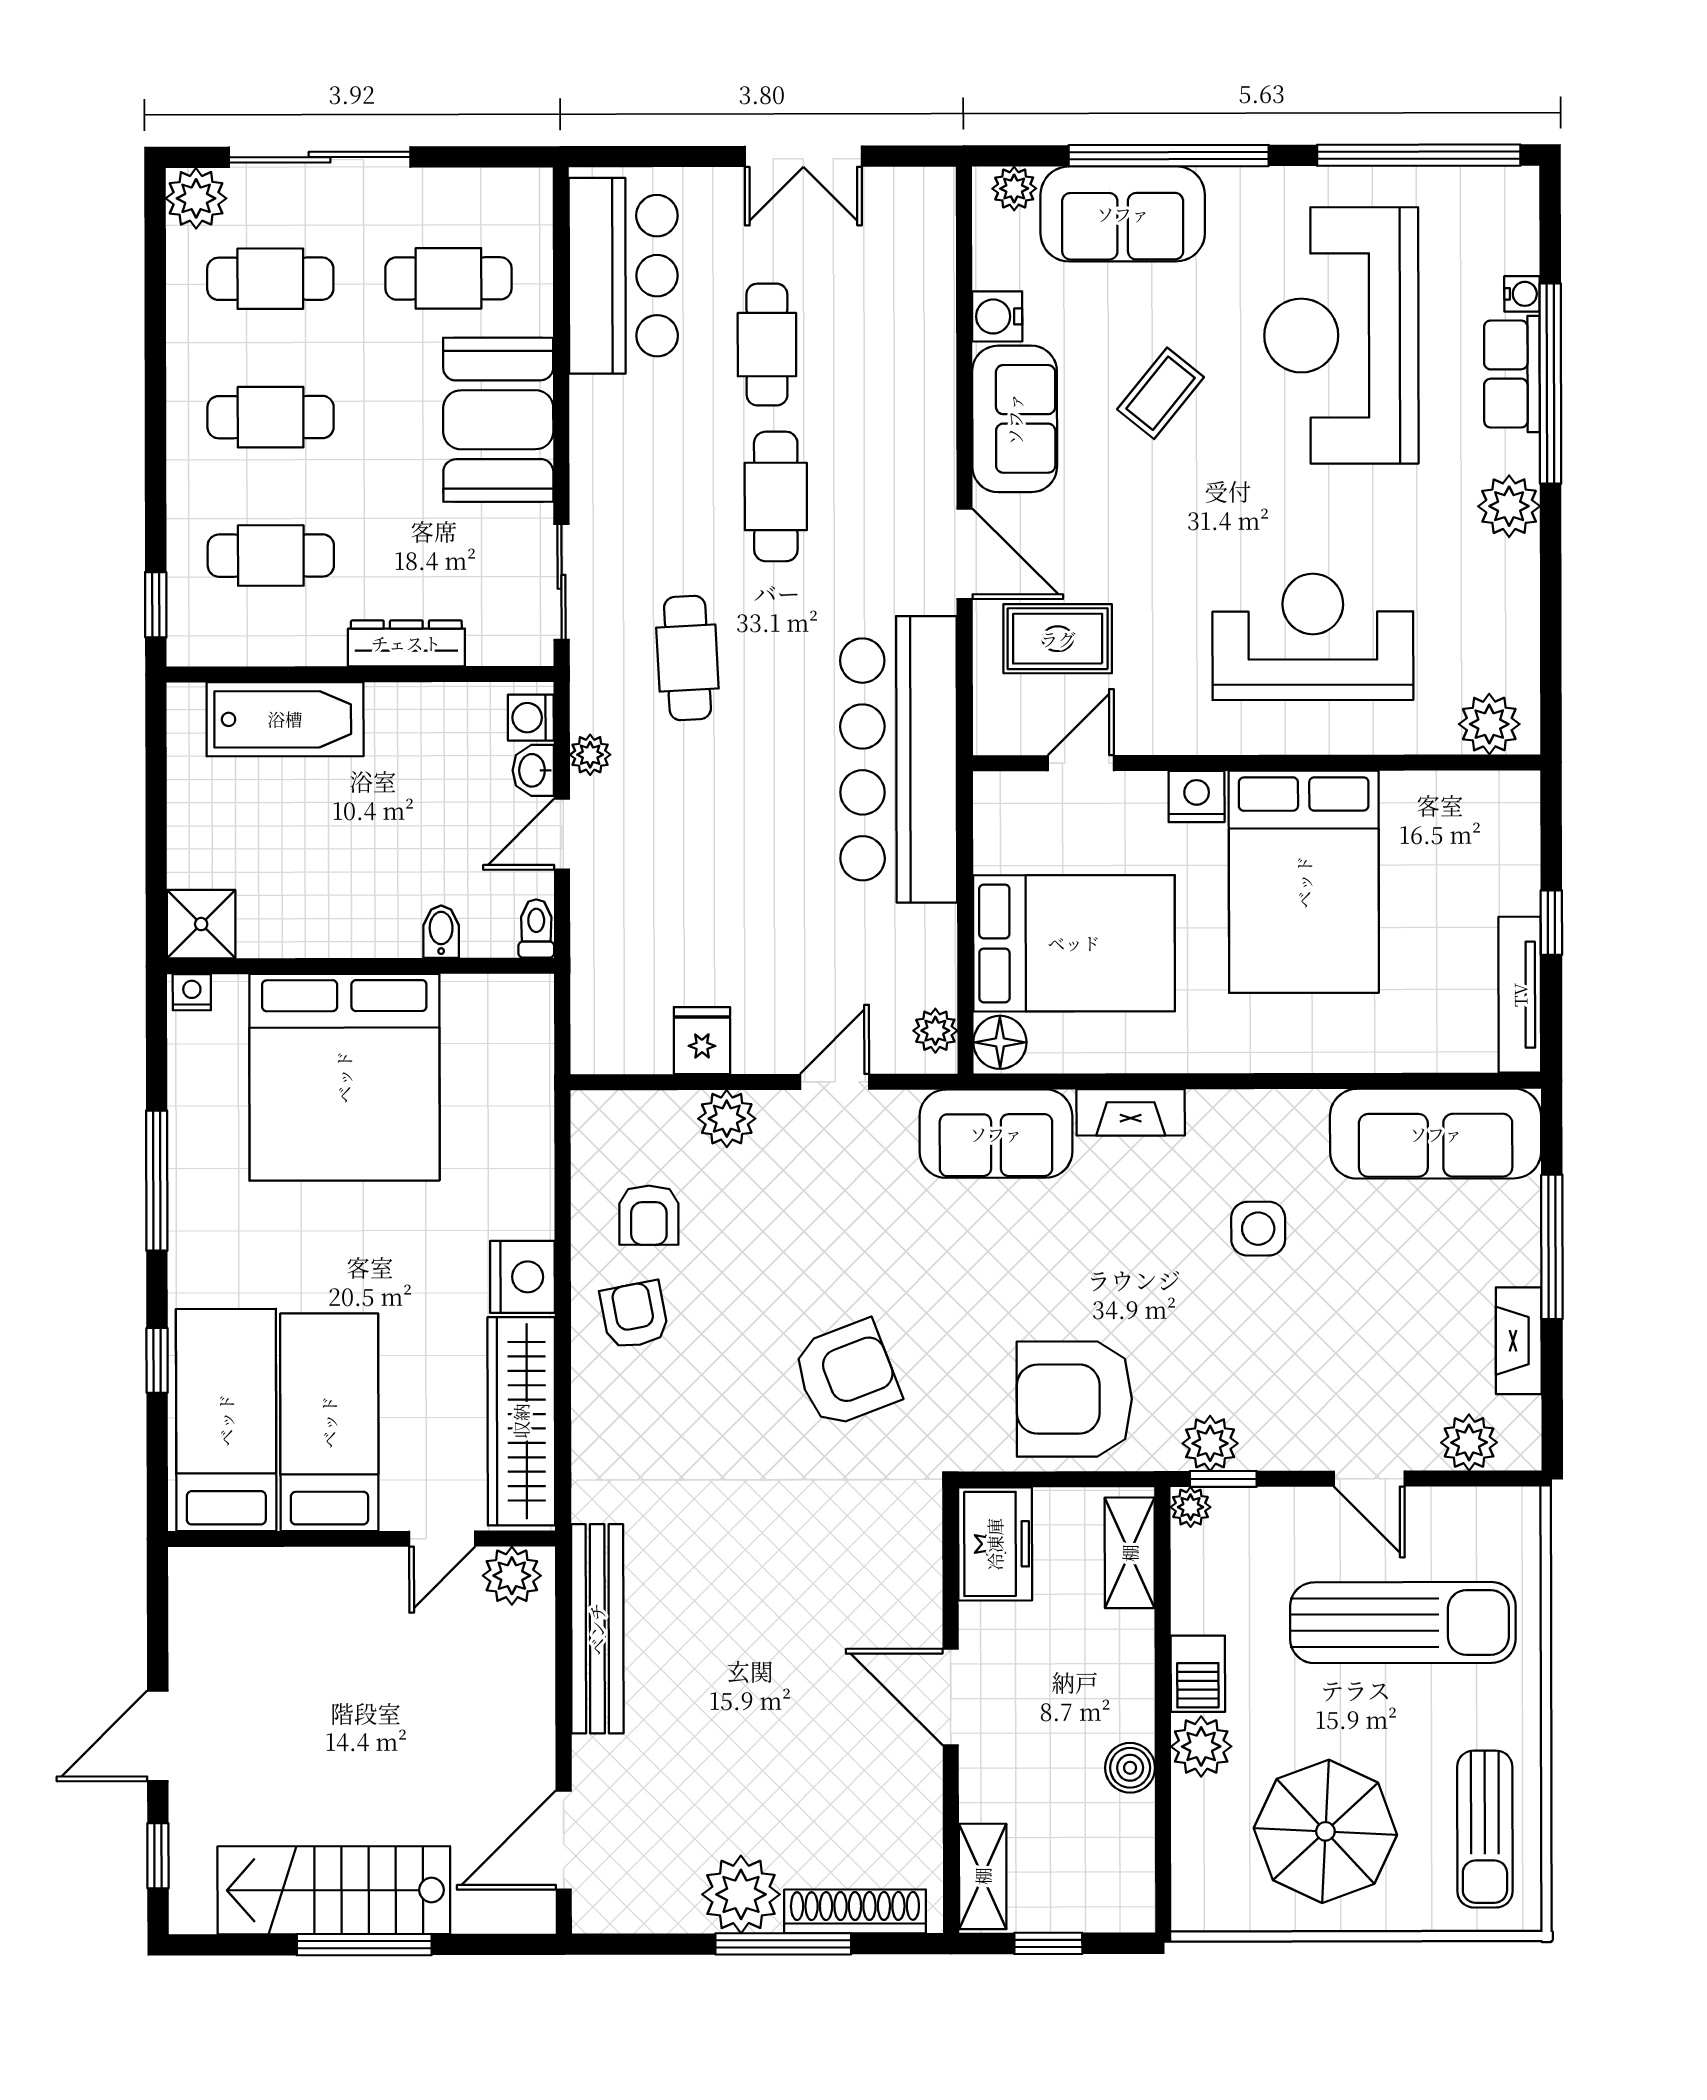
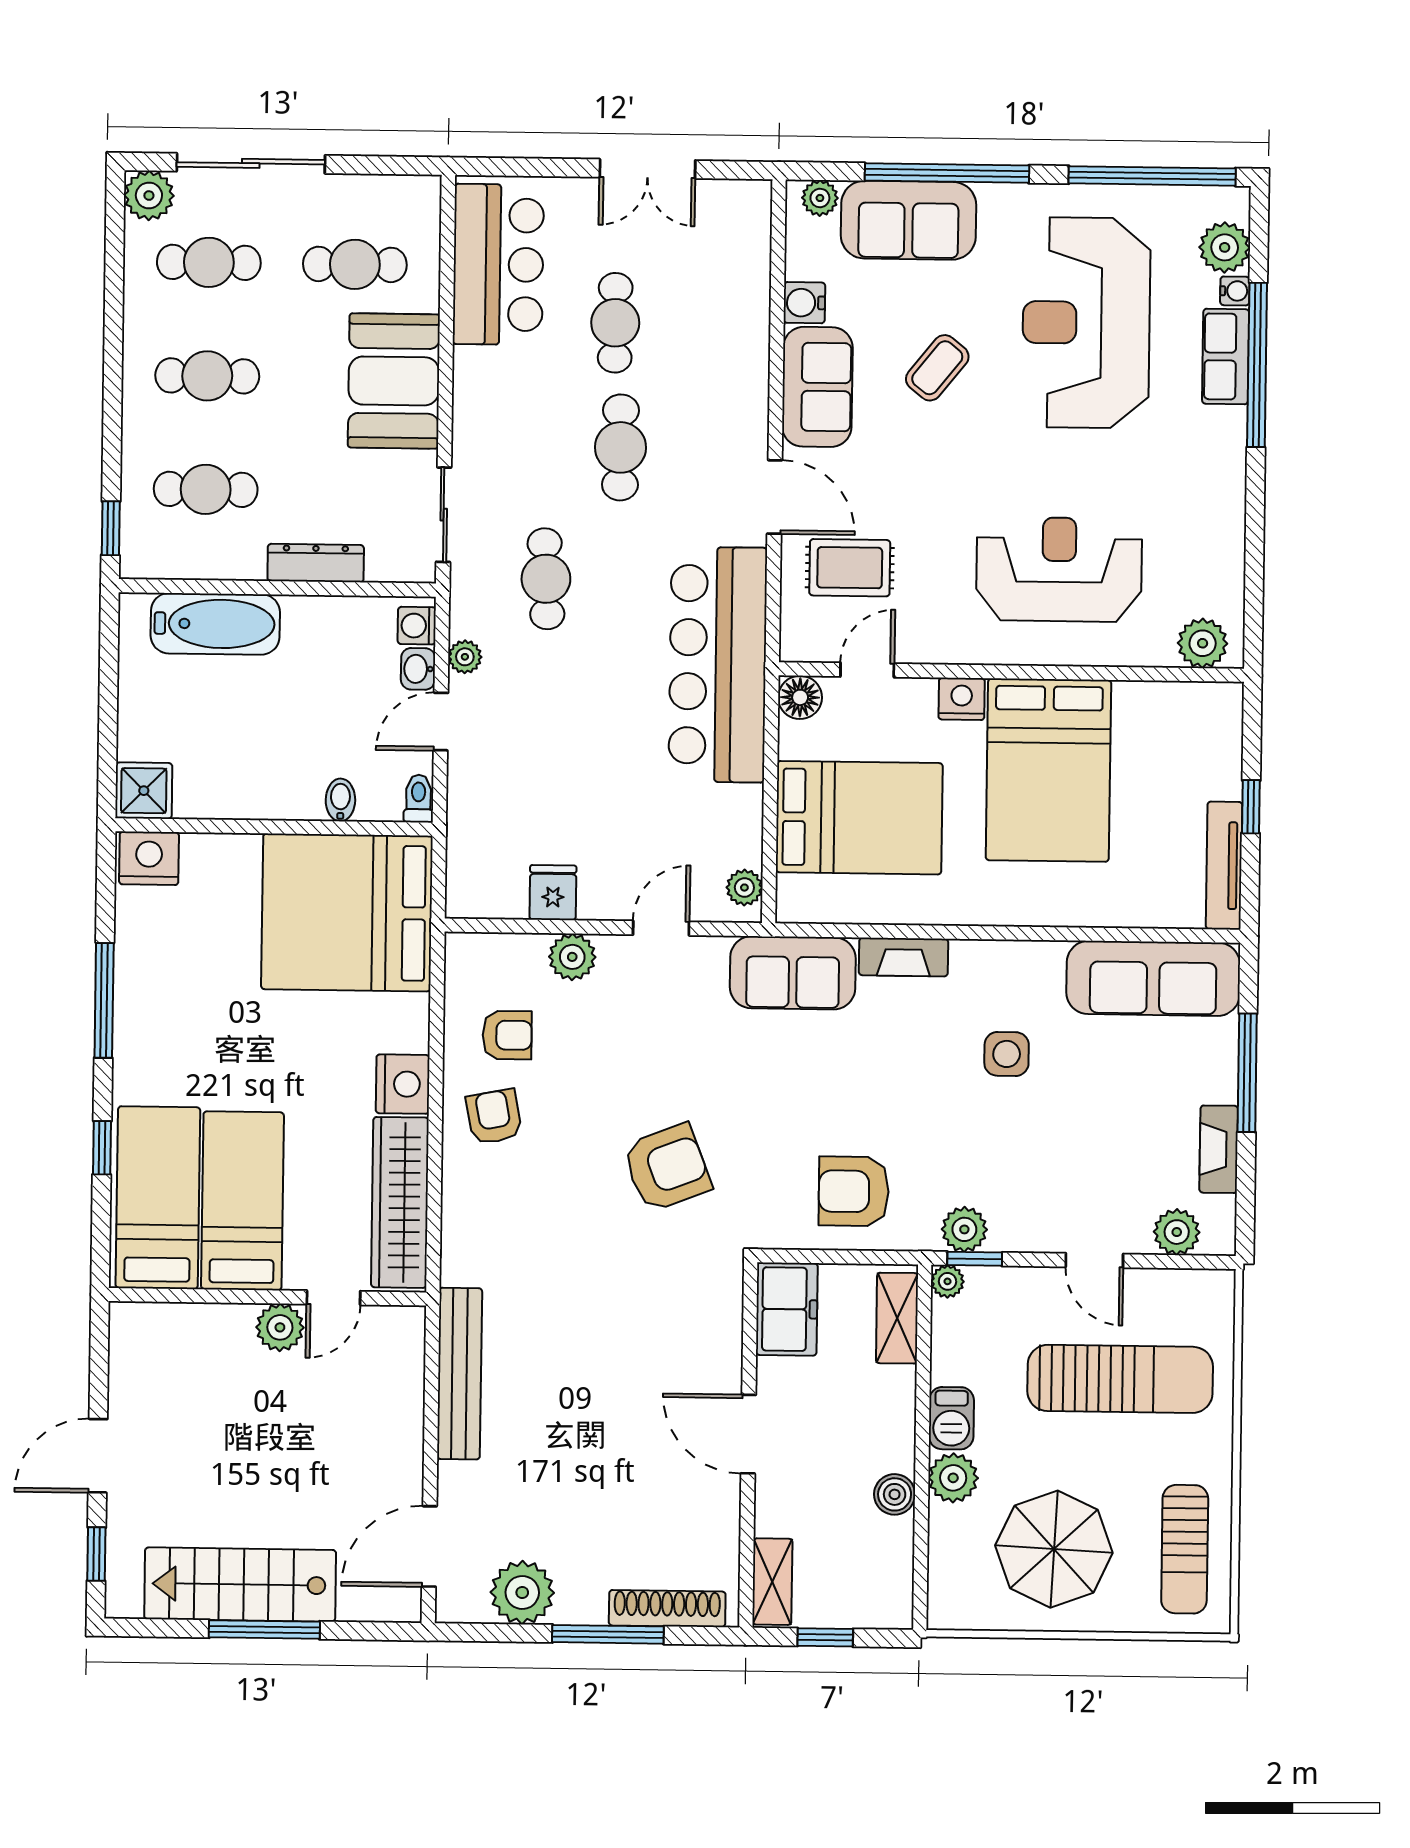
plant: (1509, 506) -> (1225, 247), moved
nightstand: (192, 992) -> (149, 858), width x1.89, depth x1.79
floor lamp: (1000, 1042) -> (800, 697), moved
bed: (344, 1077) -> (347, 913), moved, turned 90
armchair: (649, 1215) -> (507, 1035), turned -90
armchair: (1074, 1399) -> (854, 1191), width x0.73, depth x0.73
plant: (512, 1576) -> (280, 1327), moved
plant: (741, 1894) -> (522, 1593), moved

